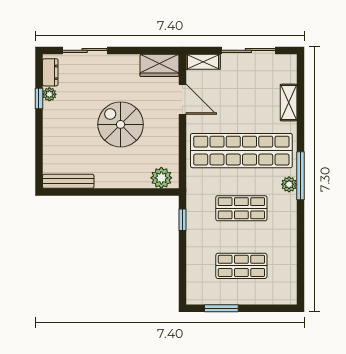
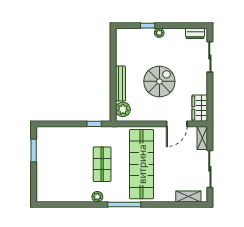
plant: (49, 94) -> (159, 33), moved
window: (39, 98) -> (148, 26), moved
shelving: (289, 103) -> (188, 196), moved
bench: (68, 181) -> (121, 84), moved
plant: (289, 184) -> (97, 197), moved
shop shelf: (241, 266) -> (63, 164), removed

